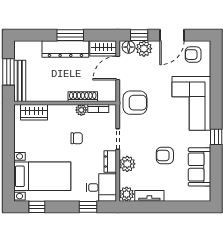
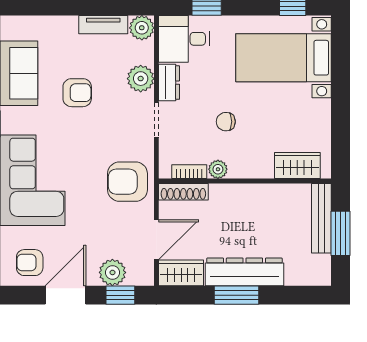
floor lamp: (129, 47) -> (138, 275), removed
armchair: (193, 55) -> (30, 263), turned 180
shoe rack: (83, 97) -> (183, 192), moved

